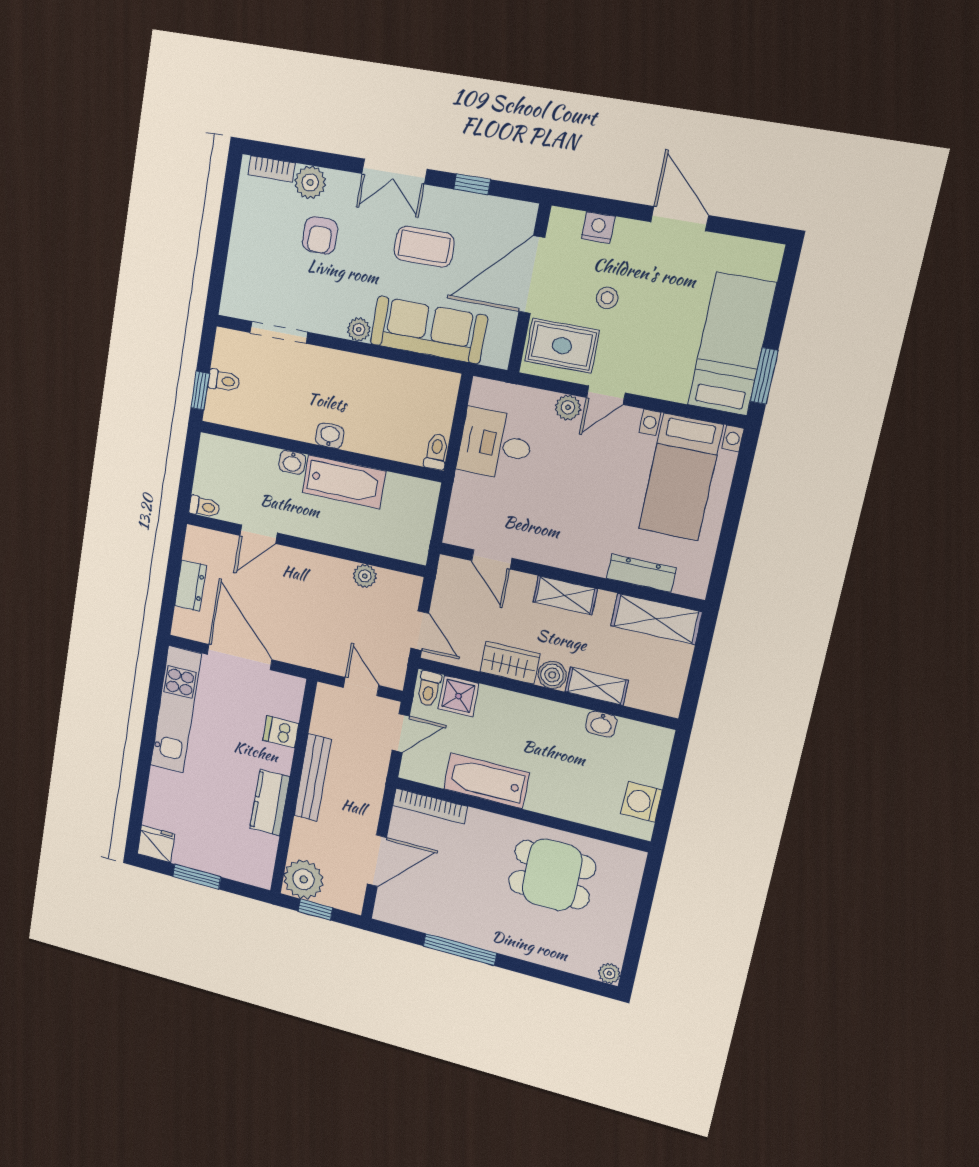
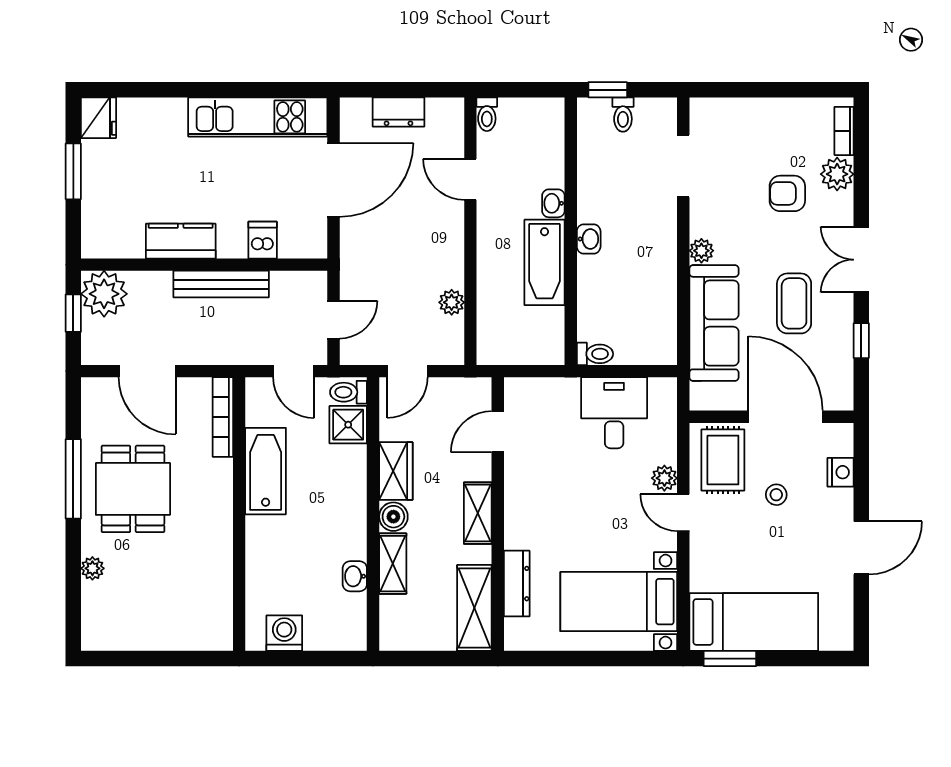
dining table: (552, 875) -> (133, 489), moved
plant: (609, 973) -> (92, 568), moved

